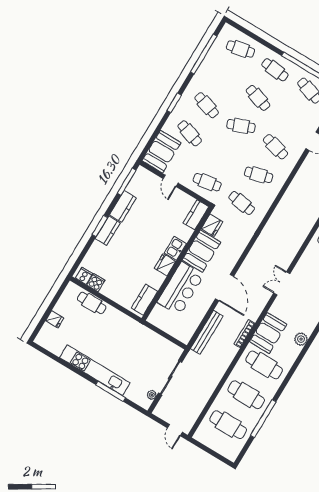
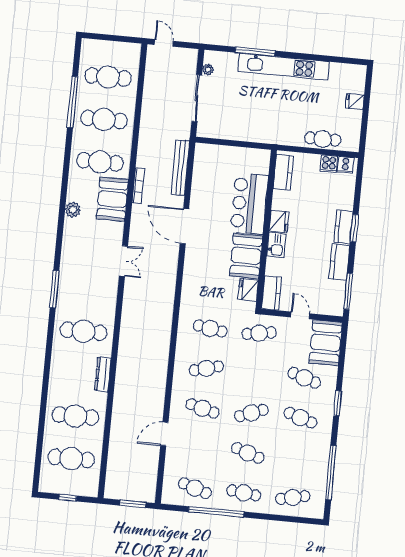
kitchen counter: (196, 215) -> (271, 293), moved
fridge: (212, 225) -> (248, 290), moved
kitchen sink: (175, 248) -> (276, 245), moved
booth: (201, 251) -> (246, 256), moved
wall: (177, 264) -> (266, 229), moved
fridge: (165, 265) -> (279, 222), moved
bar counter: (181, 289) -> (249, 203), moved
kitchen counter: (145, 300) -> (283, 172), moved

